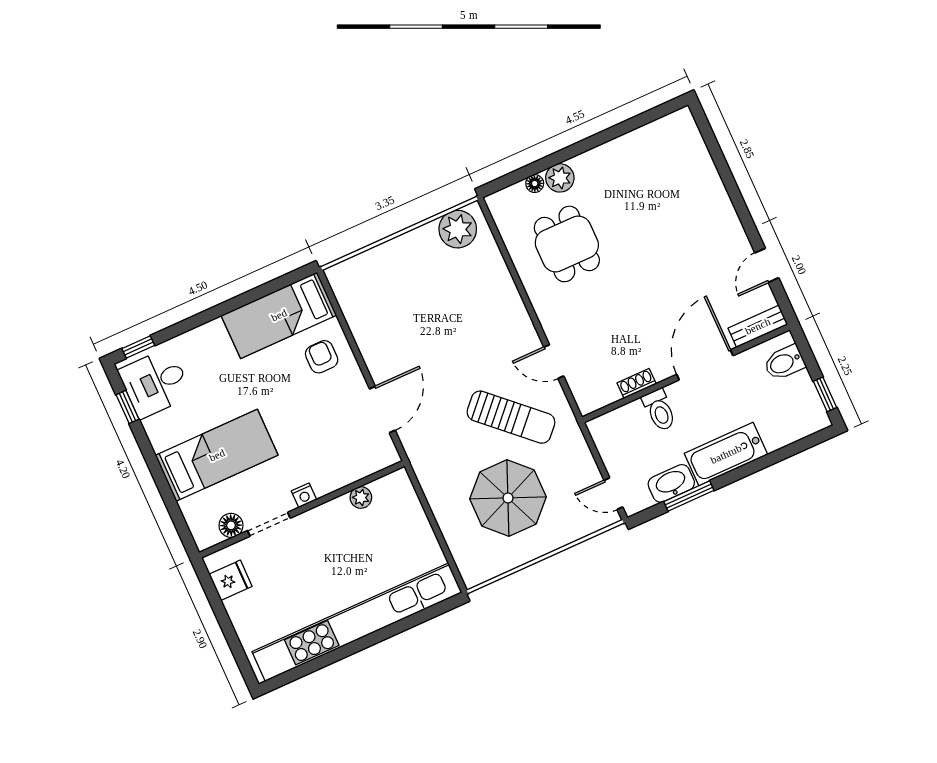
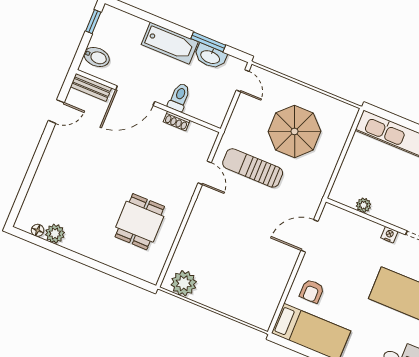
plant: (560, 178) -> (55, 234), moved
floor lamp: (535, 184) -> (38, 230), moved
sun lounger: (511, 417) -> (253, 168), turned -43

